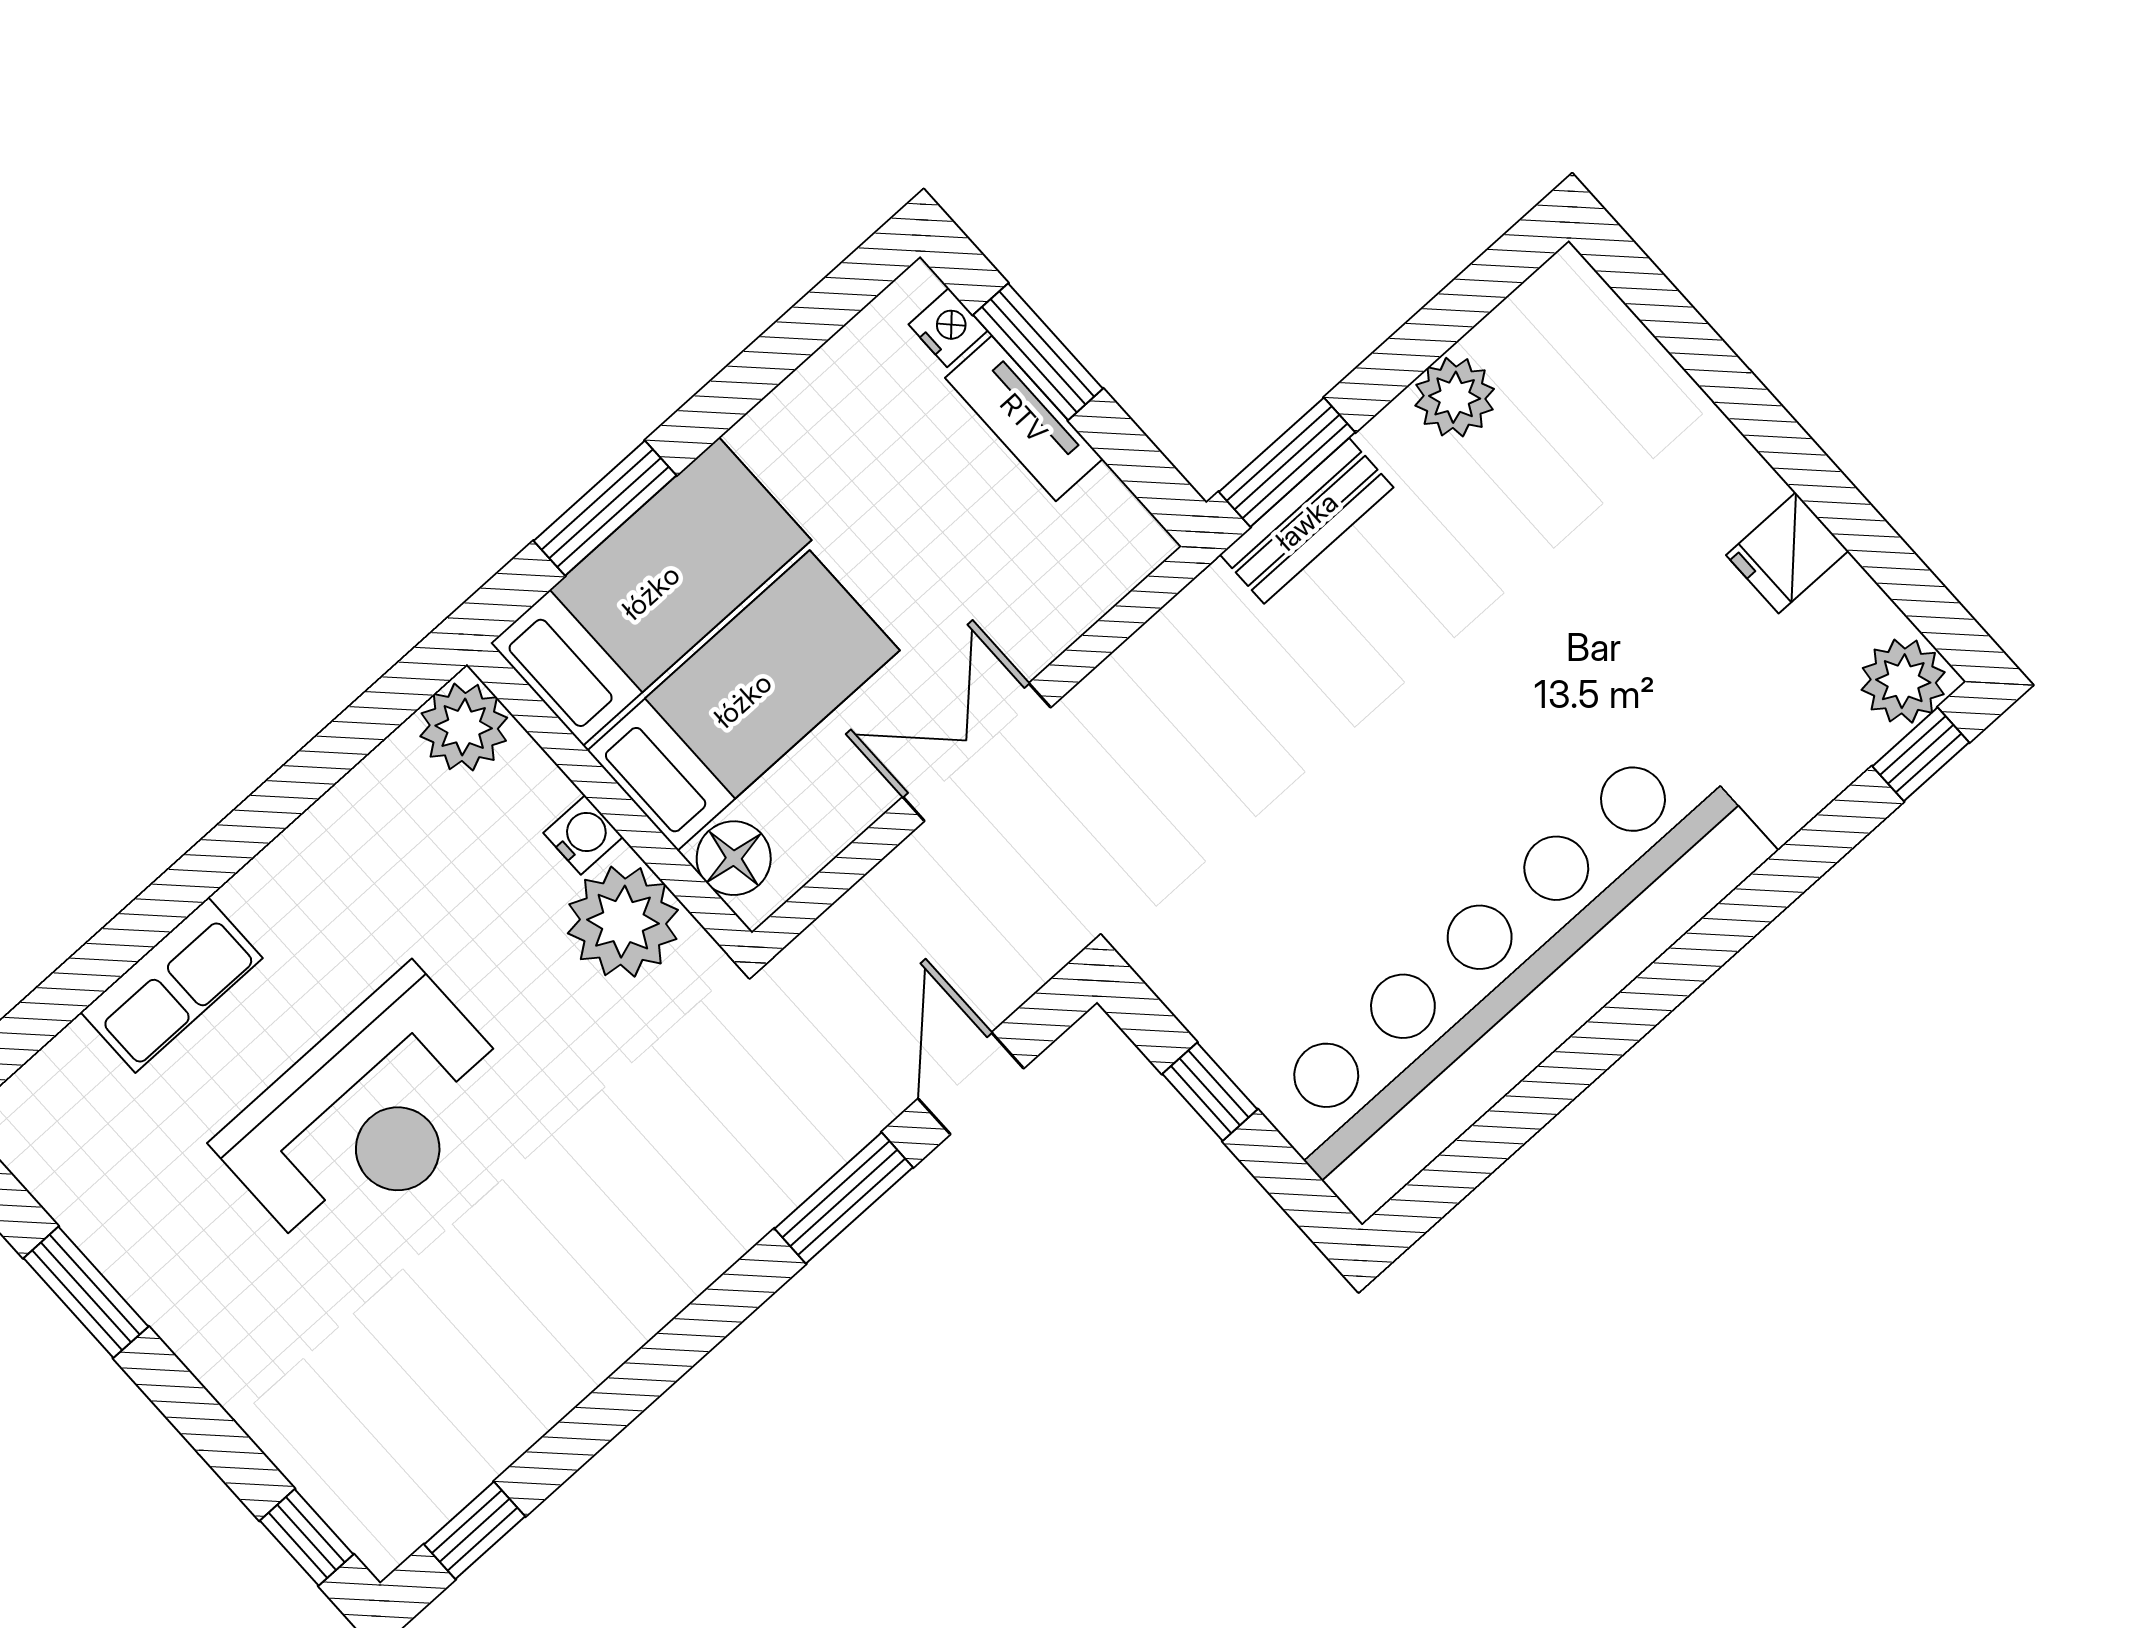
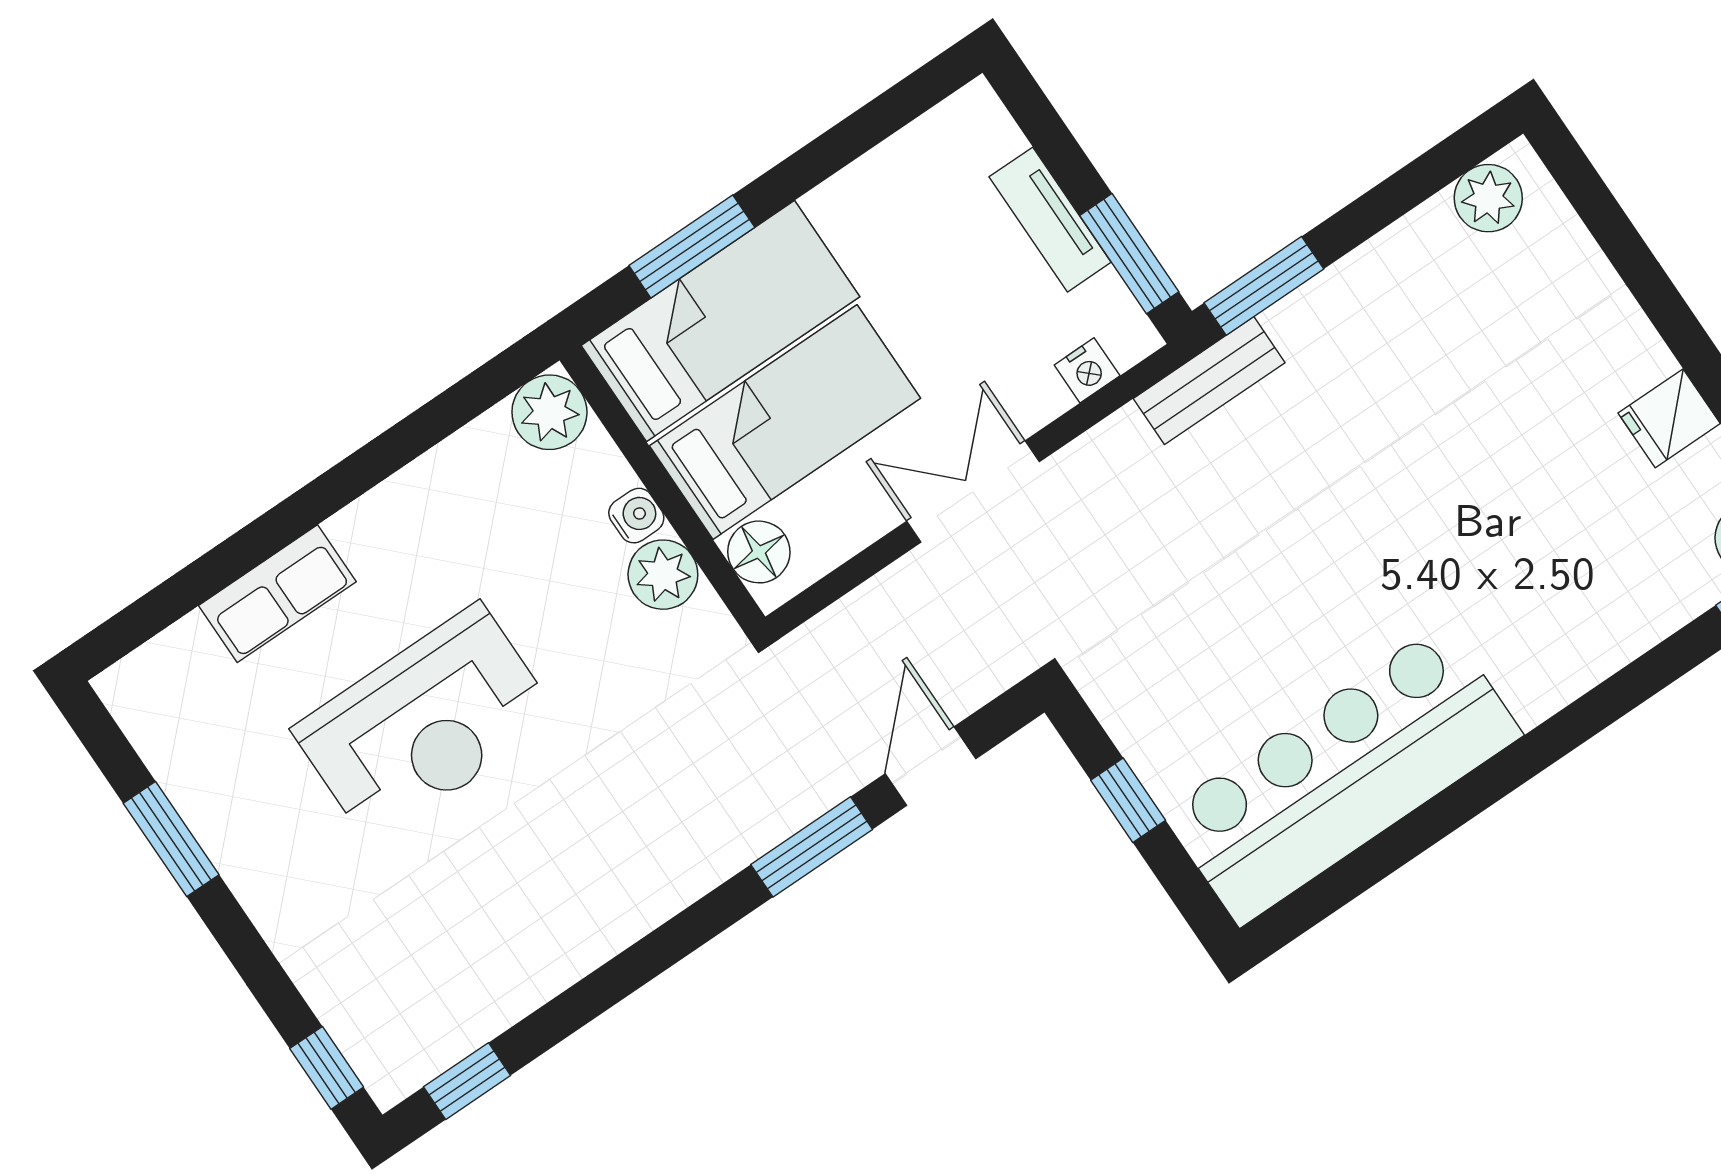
nightstand: (948, 328) -> (1087, 370), moved, turned 90
window: (1038, 352) -> (1129, 254), moved
plant: (1455, 397) -> (1488, 198), moved
bench: (1307, 521) -> (1209, 381), moved
plant: (623, 922) -> (663, 575), width x0.73, depth x0.73
bar counter: (1514, 976) -> (1342, 774), width x0.73

